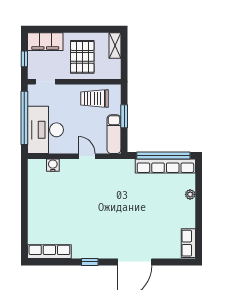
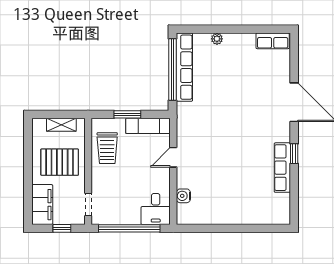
shelving: (115, 45) -> (61, 125), moved
desk: (45, 130) -> (156, 209), width x0.53, depth x0.77
row of seats: (49, 252) -> (282, 168), moved

